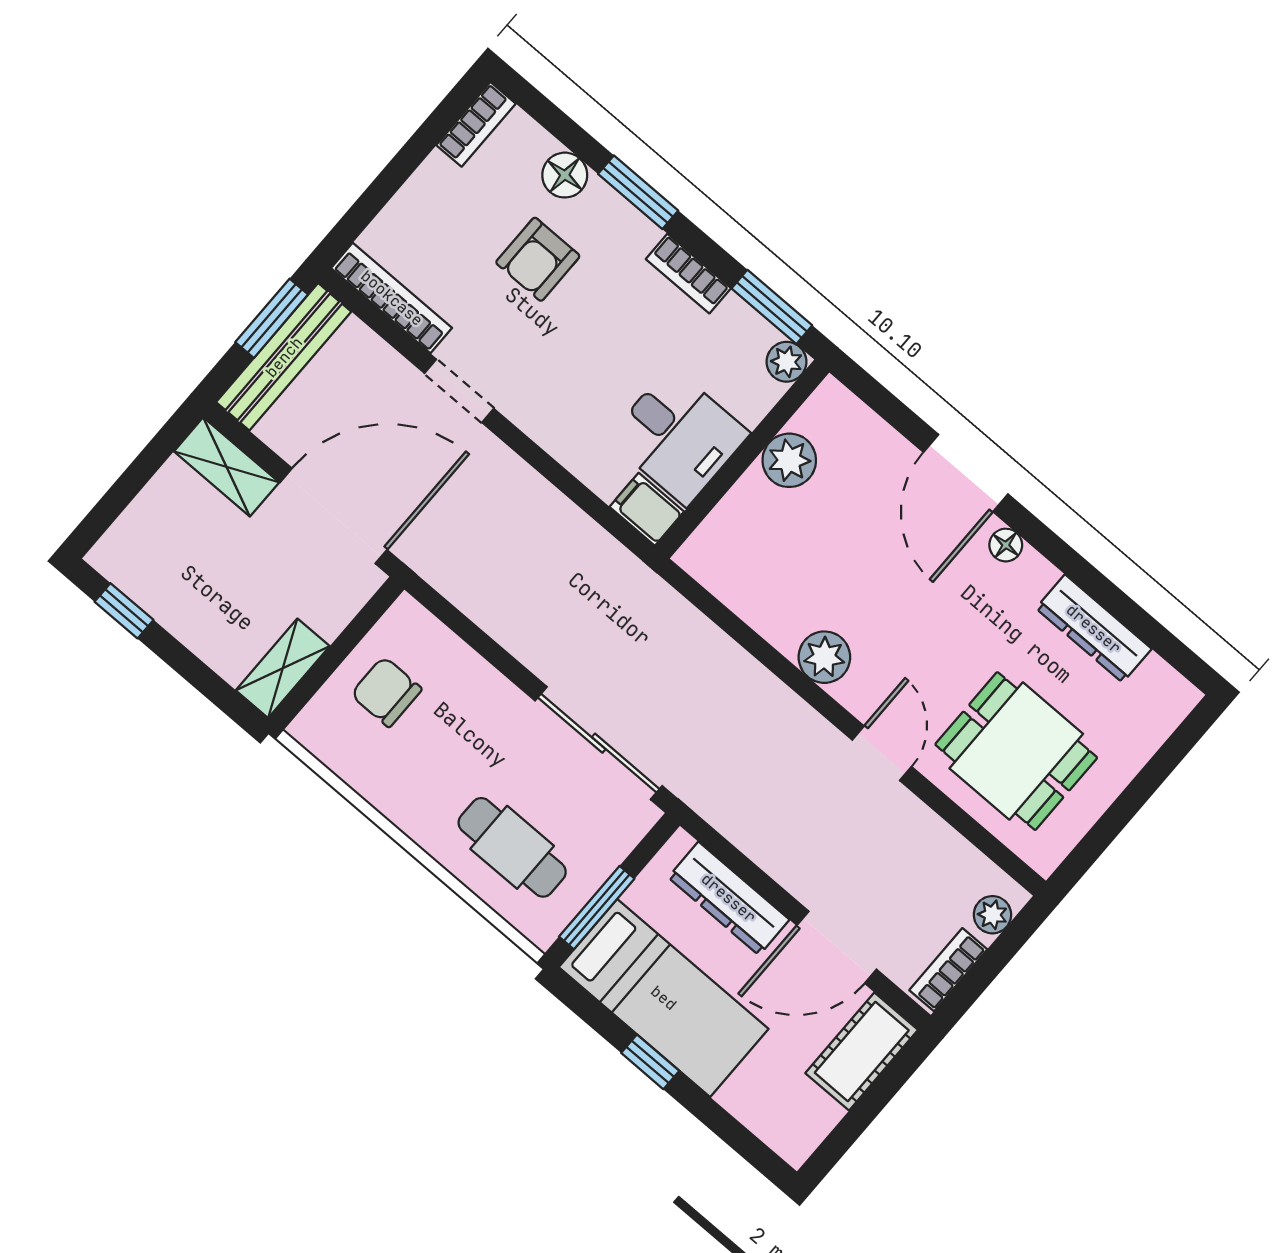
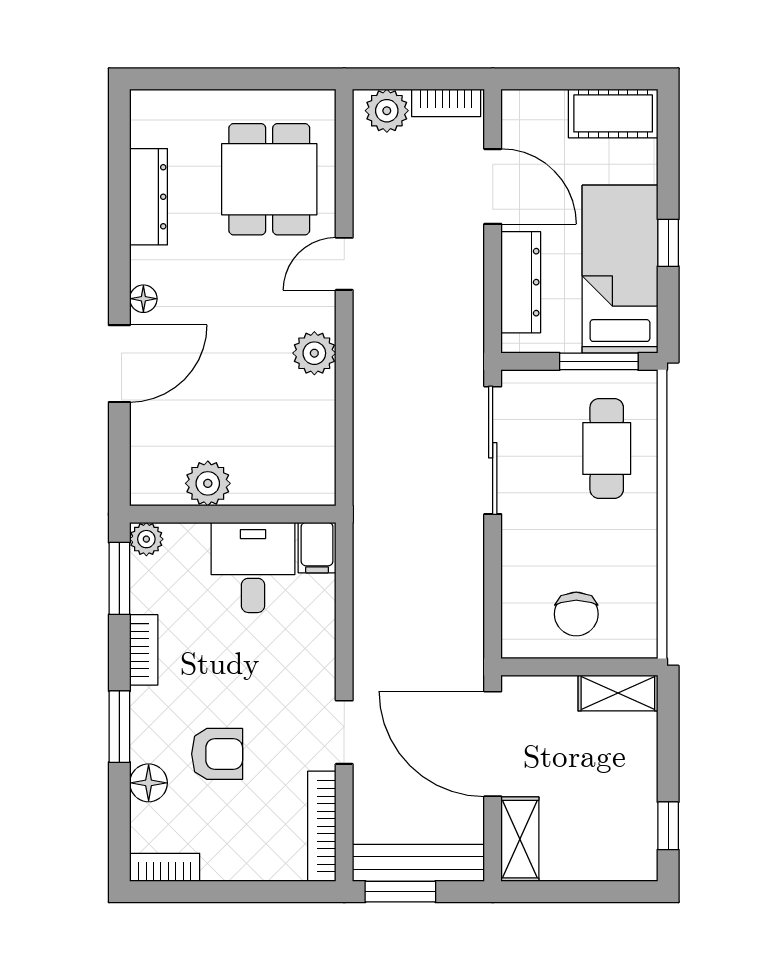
plant: (992, 915) -> (387, 111), width x1.38, depth x1.38
cot: (862, 1051) -> (613, 113), moved

